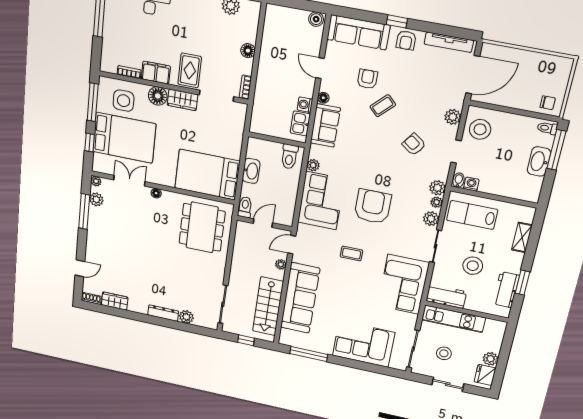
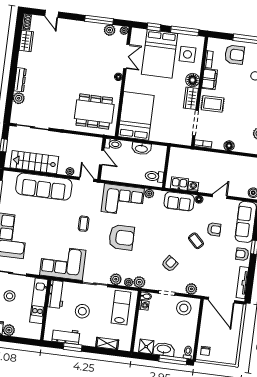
armchair: (121, 36) -> (234, 55), added
shower: (532, 186) -> (146, 347), added

